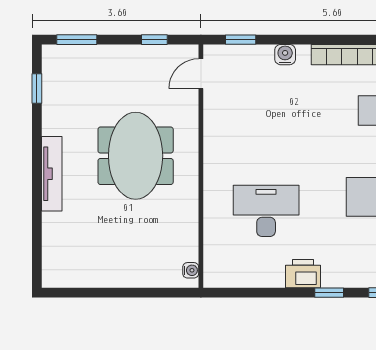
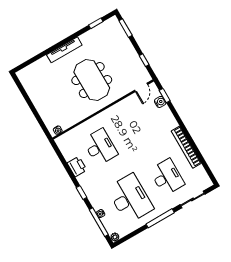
water cooler: (285, 55) -> (160, 102), moved
door: (201, 74) -> (141, 87), swing flipped
meeting table: (136, 156) -> (92, 80), turned 90
printer: (303, 274) -> (77, 167), moved

